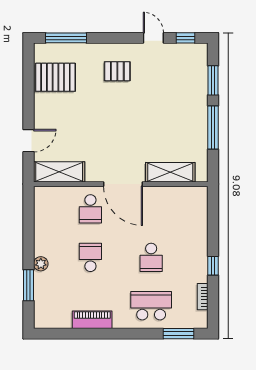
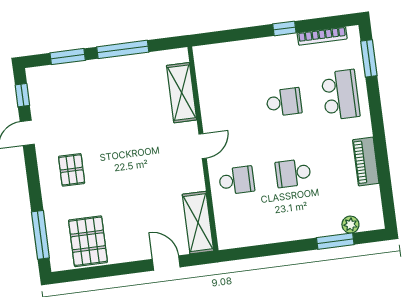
door: (123, 184) -> (203, 146), width x0.53
plant: (41, 264) -> (350, 225), moved
bookcase: (203, 297) -> (322, 36), width x1.56
school desk: (151, 306) -> (341, 95), turned 180

